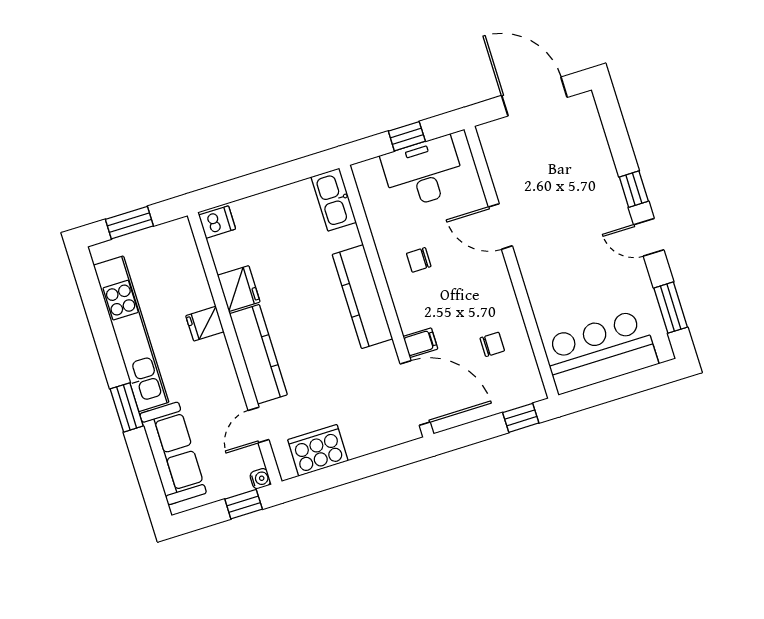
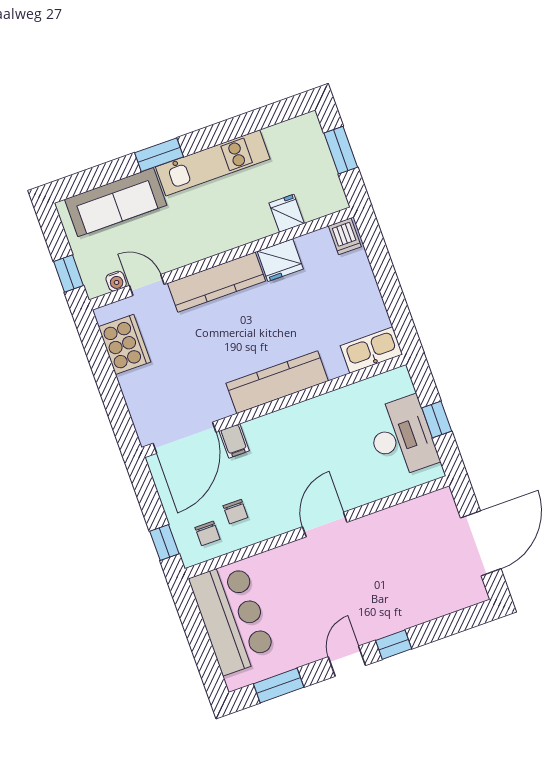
door: (500, 226) -> (325, 524), moved
chair: (419, 260) -> (207, 533), moved, turned 180
fridge: (205, 324) -> (287, 213), moved
kitchen unit: (131, 334) -> (213, 163), width x0.73
water cooler: (260, 479) -> (116, 281), moved

